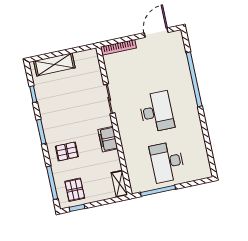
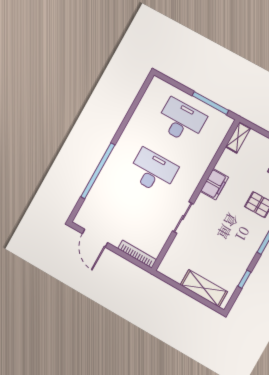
door: (156, 33) -> (95, 238), hinge flipped
desk: (157, 112) -> (153, 171), turned 90
desk: (167, 162) -> (181, 121), turned -90

